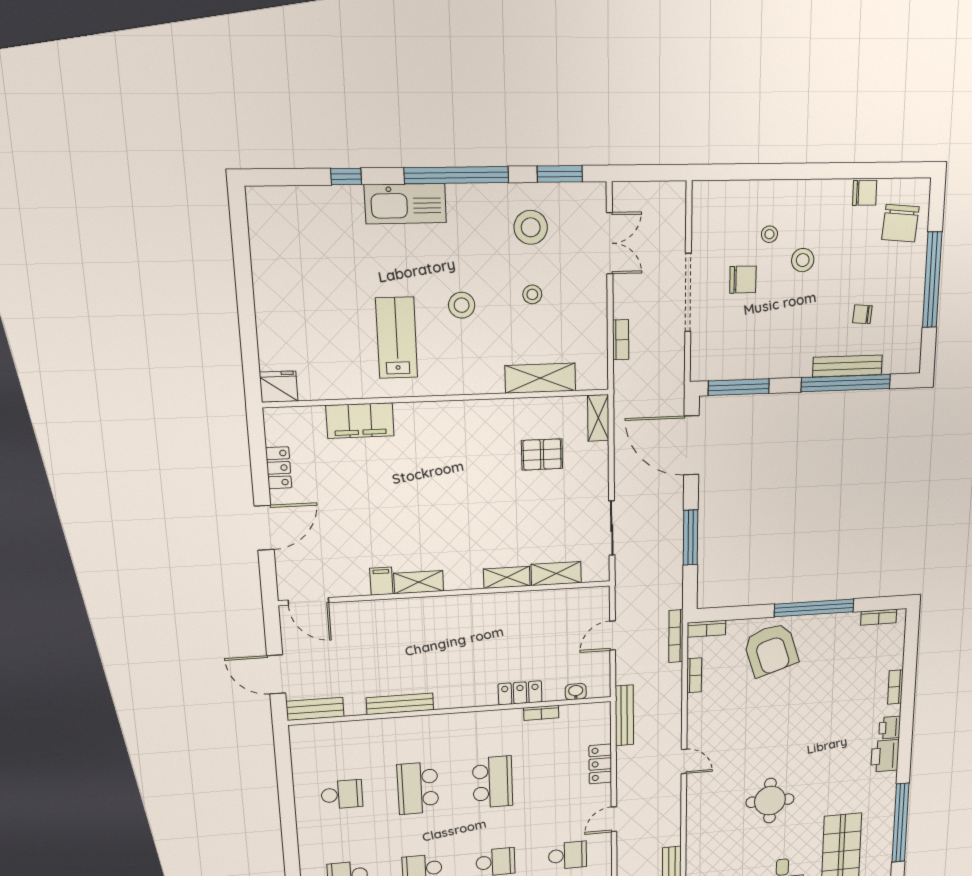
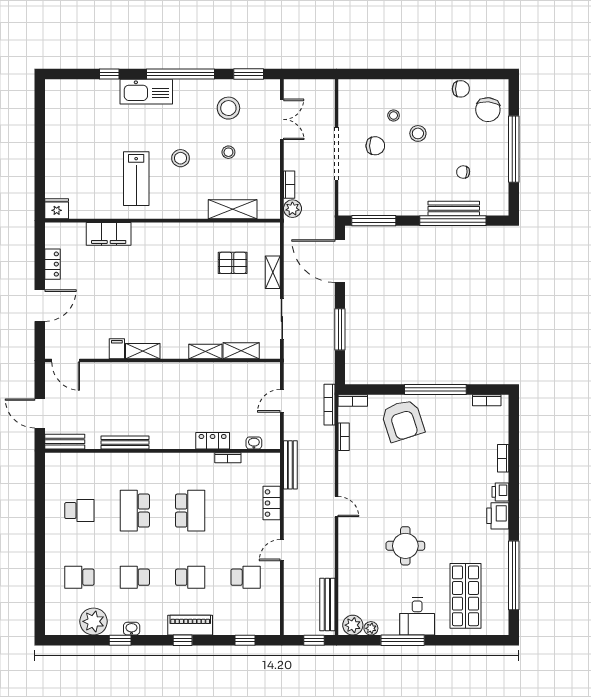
lab bench: (397, 338) -> (136, 179), turned 180
plant: (626, 374) -> (292, 209), added
shelving: (598, 418) -> (273, 272), moved

